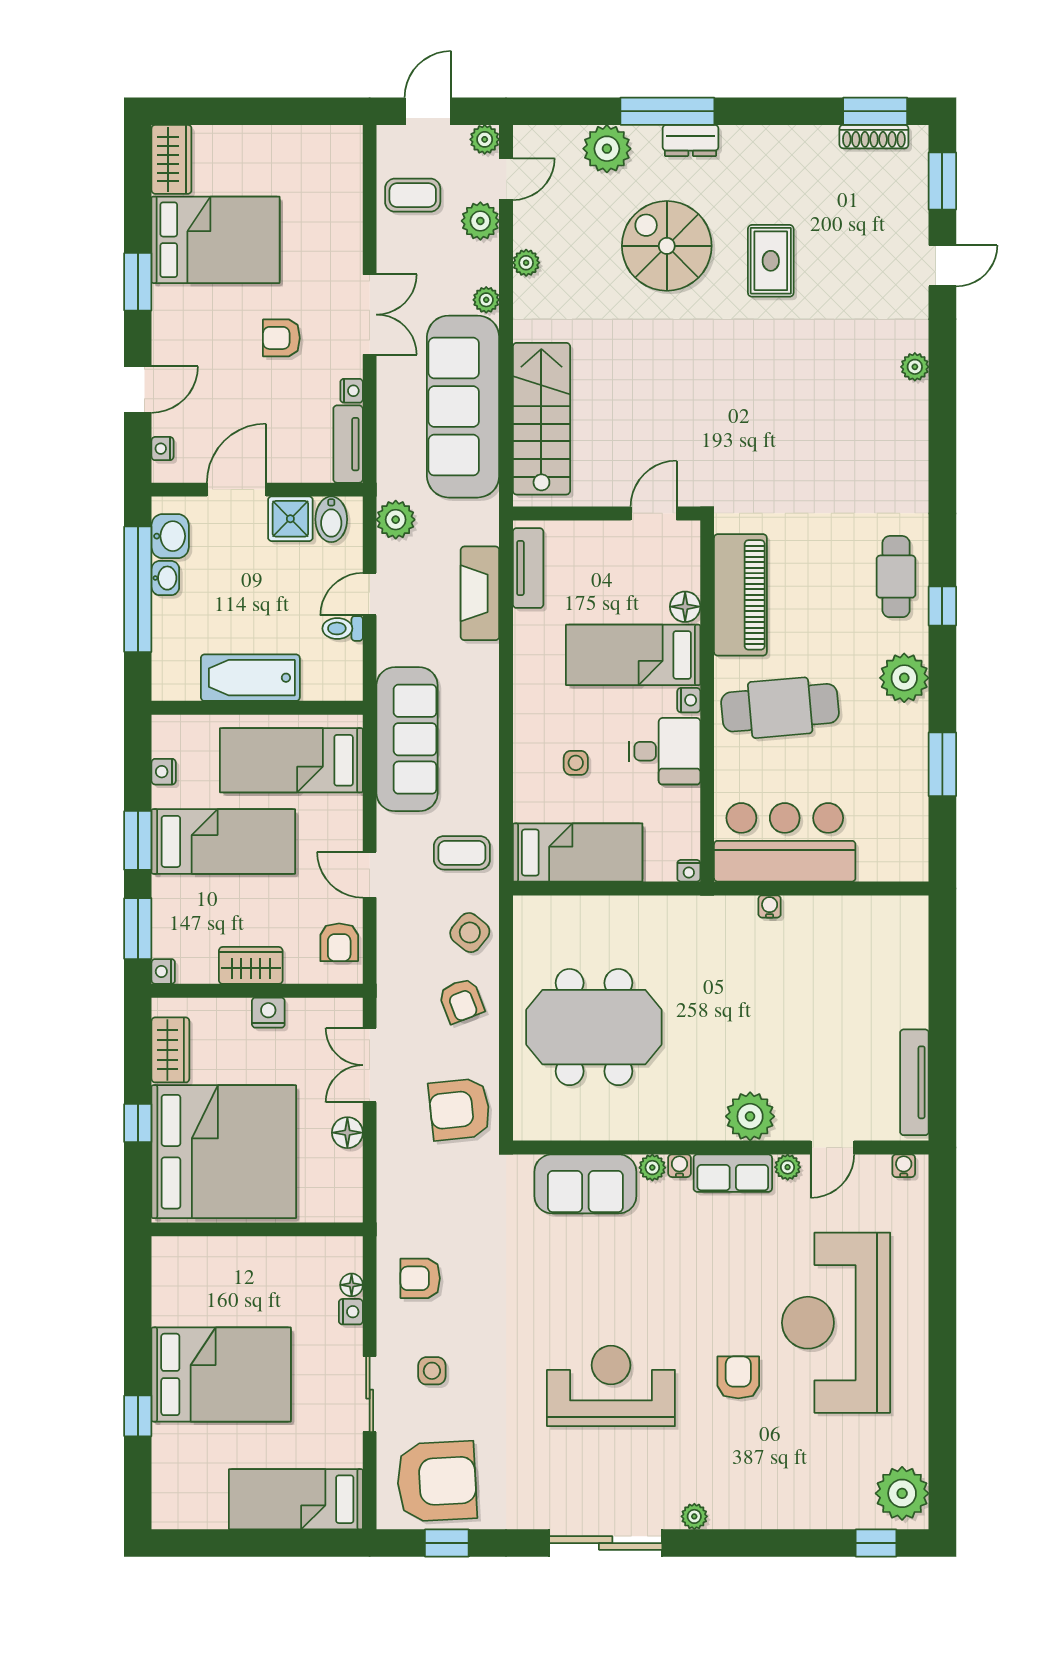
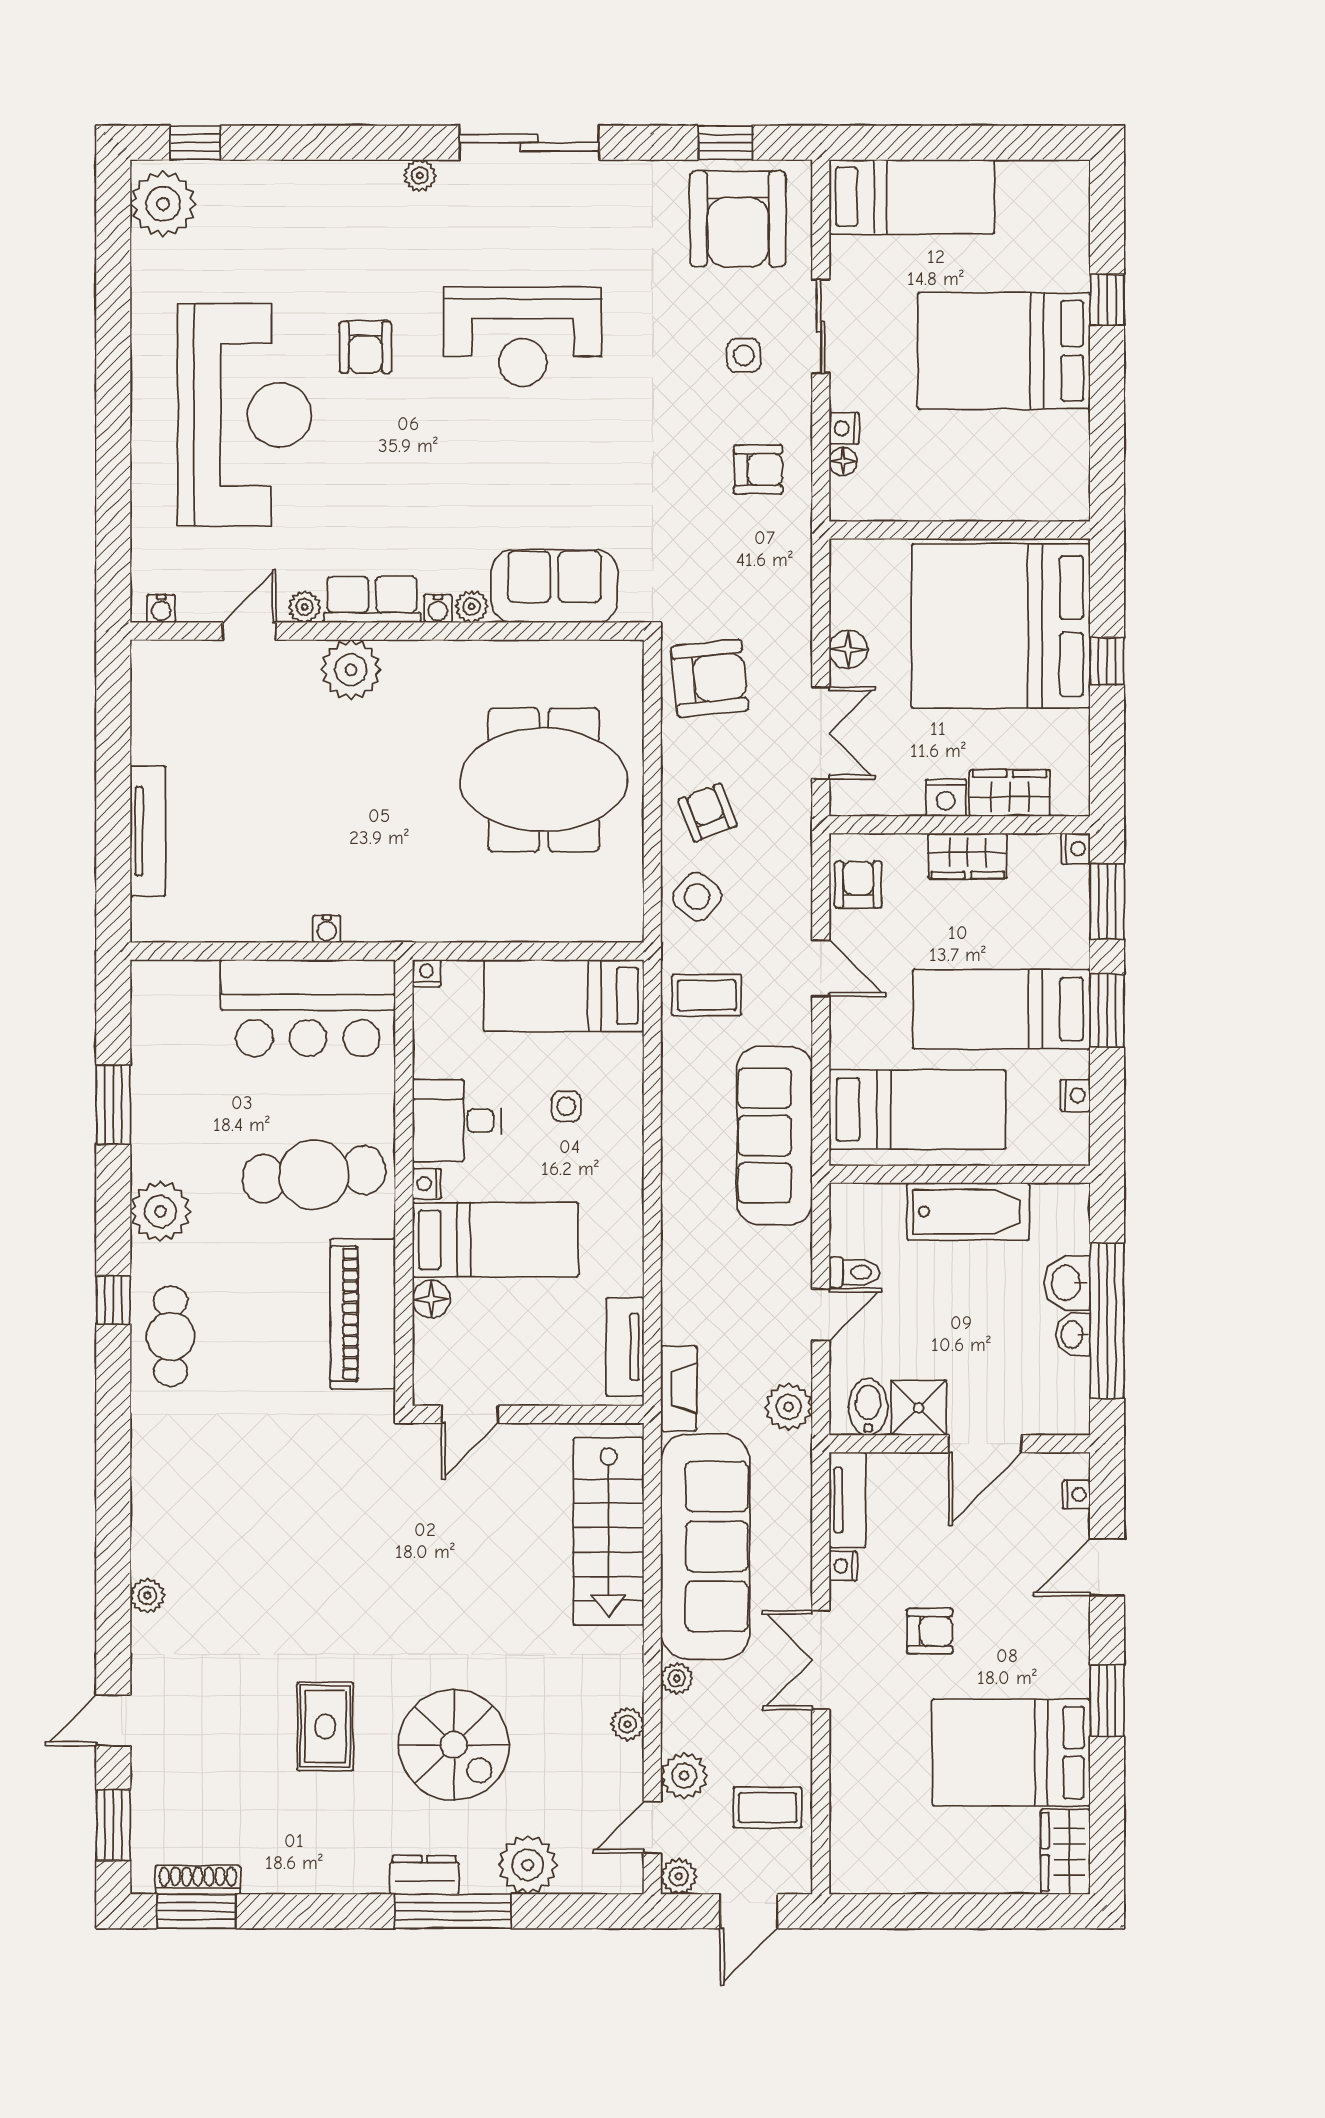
washbasin: (170, 536) -> (1067, 1283), moved
fireplace: (480, 593) -> (679, 1388), moved, width x0.73, depth x0.76
wardrobe: (170, 1050) -> (1010, 793), moved, turned 90
tv unit: (914, 1082) -> (148, 831), moved
armchair: (437, 1481) -> (738, 219), turned -87

